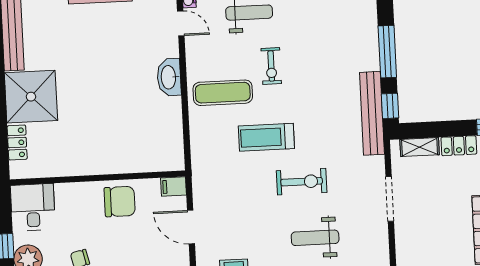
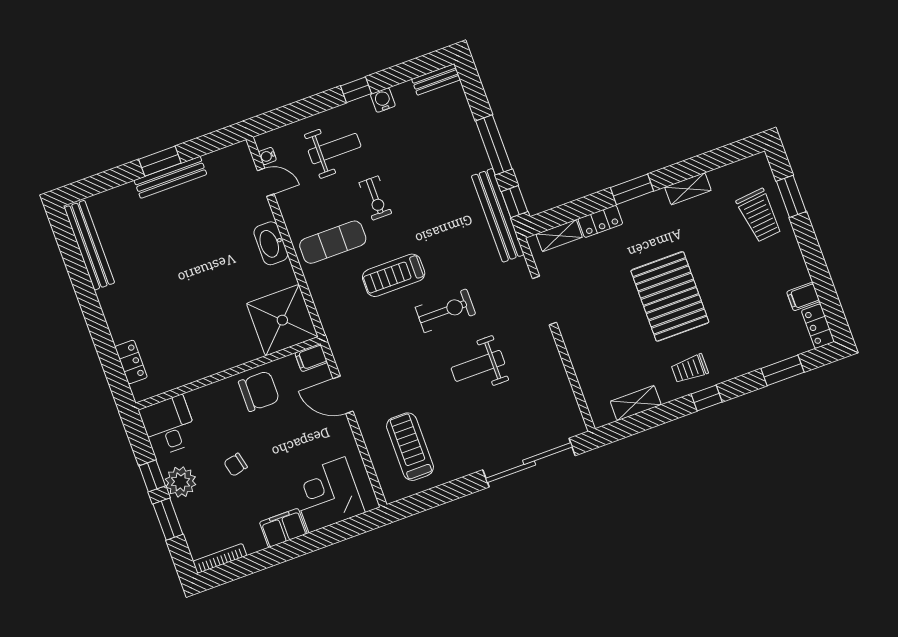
shower: (31, 97) -> (282, 320), moved

